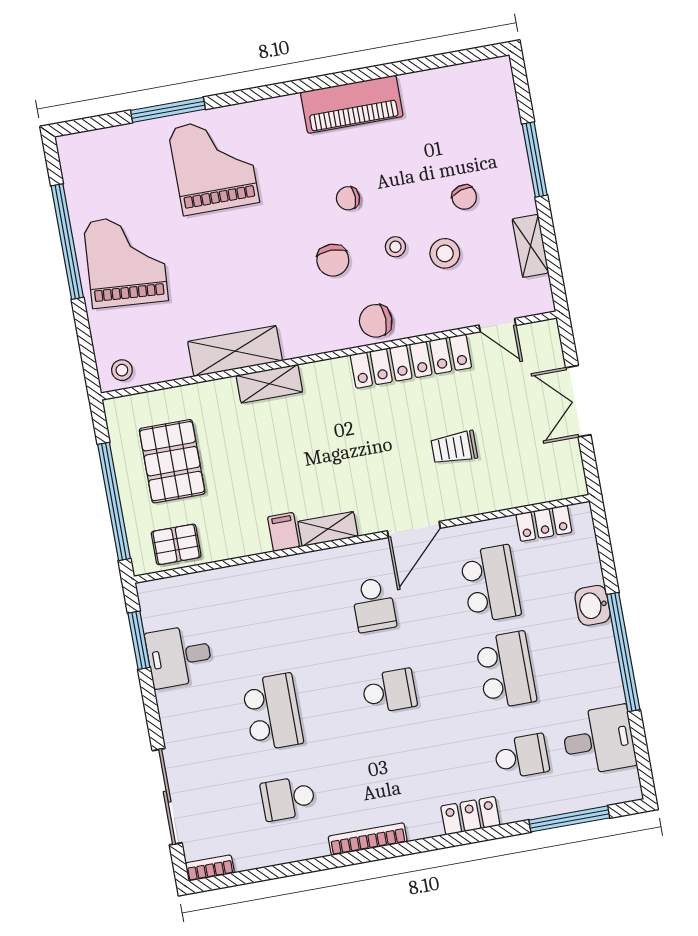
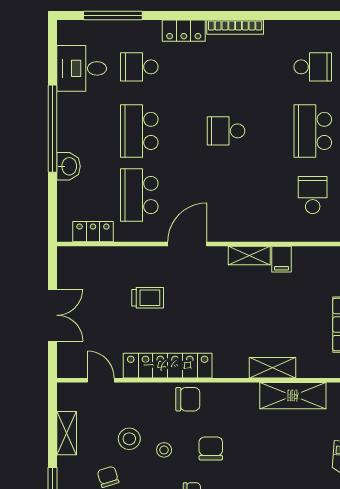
school desk: (374, 605) -> (313, 195), moved
bookcase: (368, 839) -> (235, 27), moved

